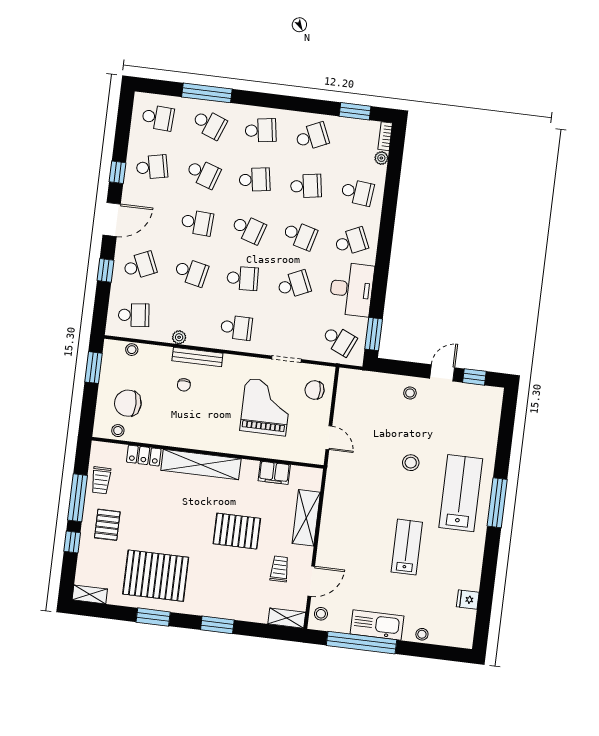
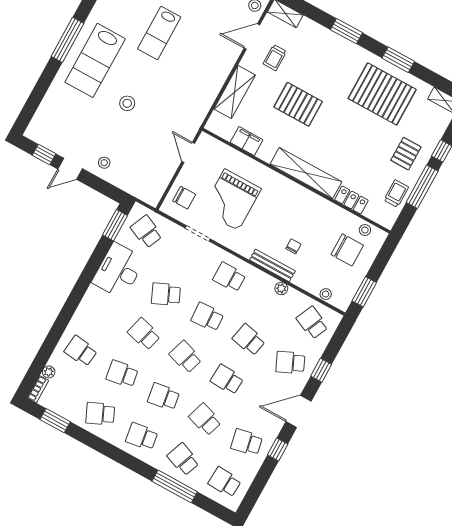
school desk: (351, 242) -> (103, 311), removed
school desk: (134, 315) -> (312, 323), turned 30

